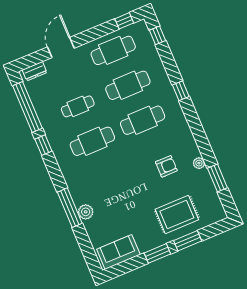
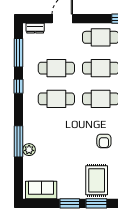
cafe table: (78, 106) -> (56, 68), width x1.37, depth x1.35
window: (27, 107) -> (18, 53), width x0.68
armchair: (166, 166) -> (104, 141), turned 90
rug: (177, 214) -> (97, 180), turned 90

